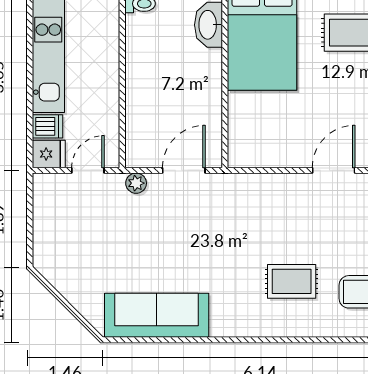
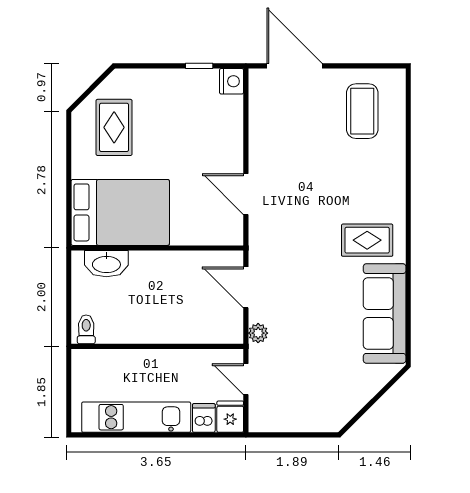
door: (334, 170) -> (246, 194), moved
rug: (292, 281) -> (367, 240), moved, turned 90

